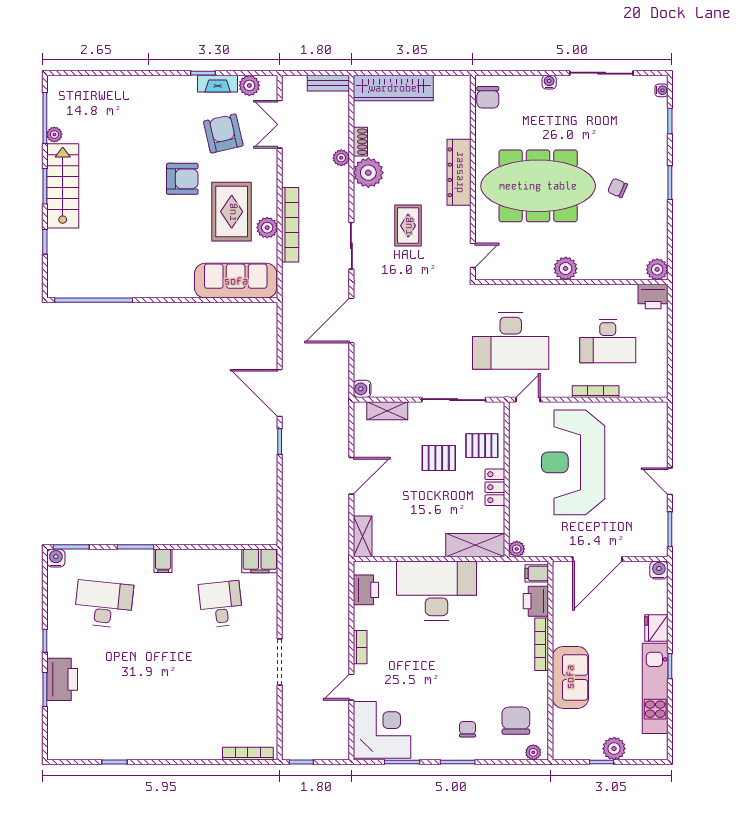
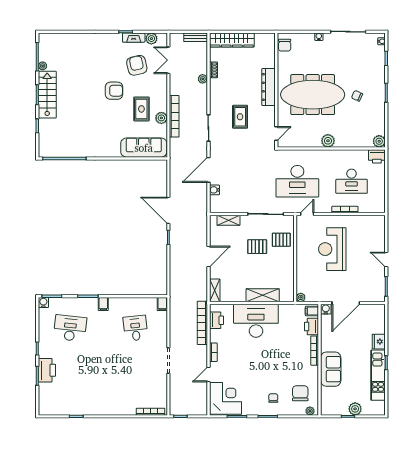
plant: (368, 173) -> (218, 87), removed
rug: (232, 212) -> (141, 109), width x0.73, depth x0.70
water cooler: (362, 389) -> (214, 190), moved
reception desk: (573, 462) -> (332, 249), width x0.74, depth x0.77
locker: (495, 487) -> (289, 263), removed
shelving: (475, 545) -> (263, 295), moved
filing cabinet: (260, 561) -> (162, 304), width x0.50
water cooler: (659, 570) -> (326, 309), moved
bookcase: (341, 595) -> (202, 323), added

